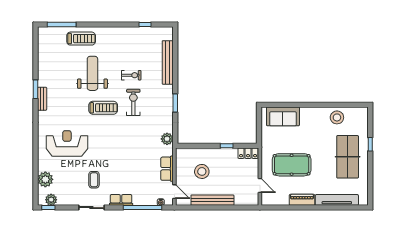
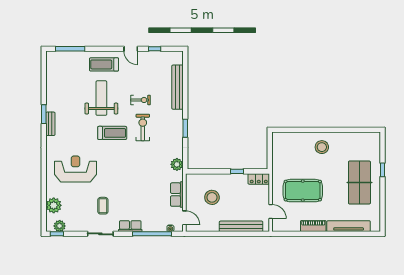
door: (121, 25) -> (131, 49), added
treadmill: (81, 39) -> (104, 64), moved, turned 180
sofa: (283, 116) -> (294, 142), removed
stool: (337, 117) -> (322, 147), moved
bench: (212, 200) -> (241, 226), moved

